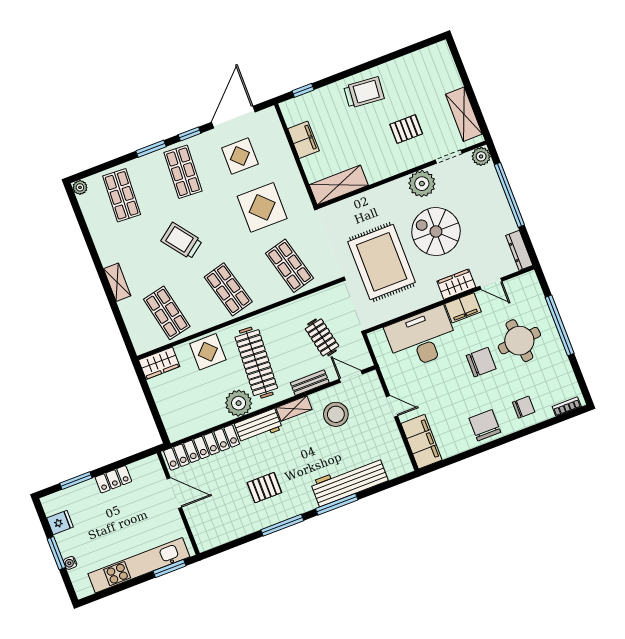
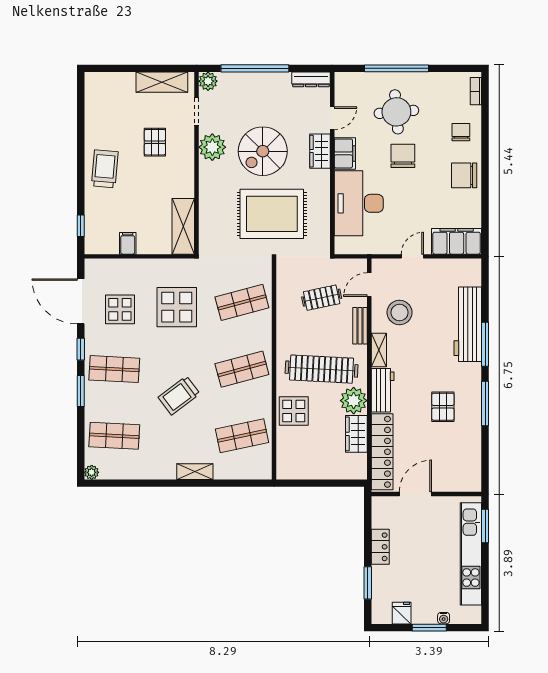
filing cabinet: (303, 140) -> (128, 243), width x0.50
wardrobe: (159, 363) -> (356, 434), moved, turned 180

